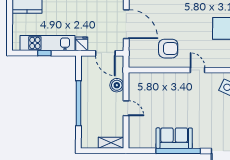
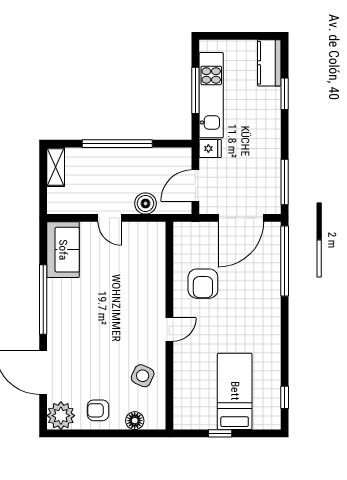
window: (44, 53) -> (195, 90), width x2.17
door: (126, 108) -> (110, 218), hinge flipped
sofa: (174, 138) -> (63, 250), moved
shelving: (111, 143) -> (56, 167), moved

